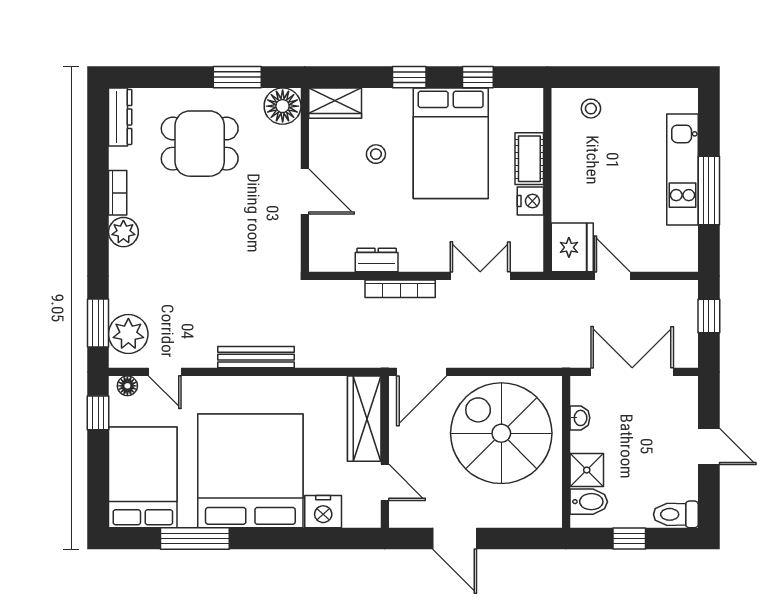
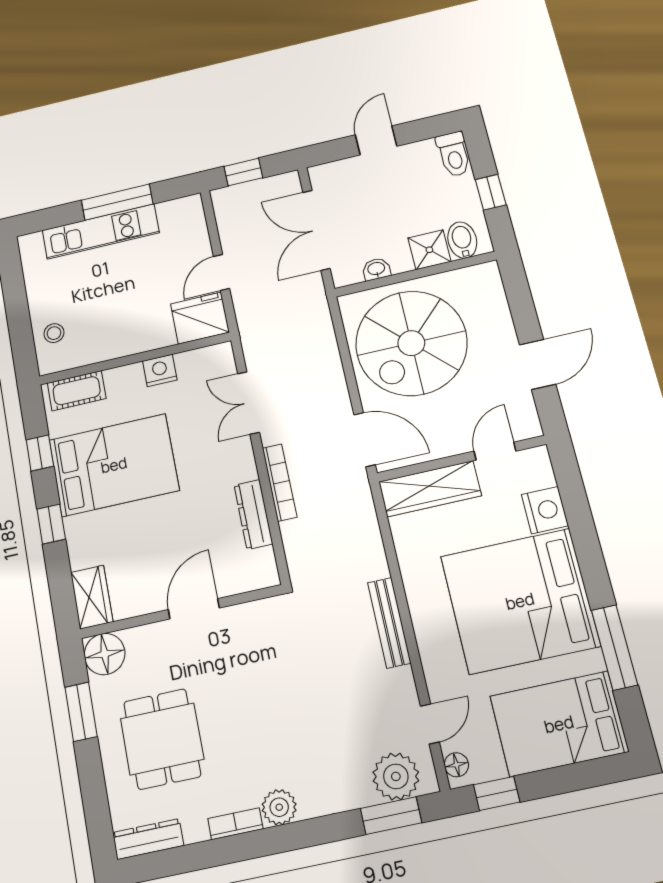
stool: (376, 154) -> (139, 541), removed
cot: (529, 159) -> (77, 391), moved
dresser: (377, 260) -> (253, 514), width x1.44

